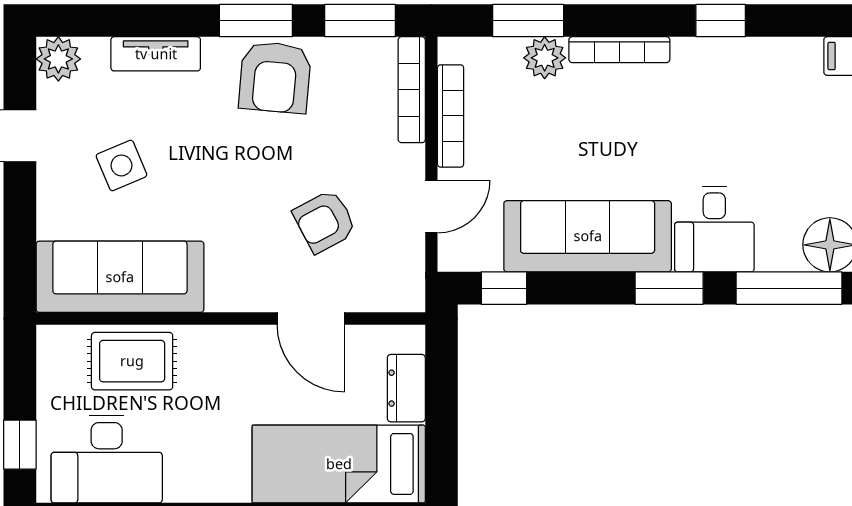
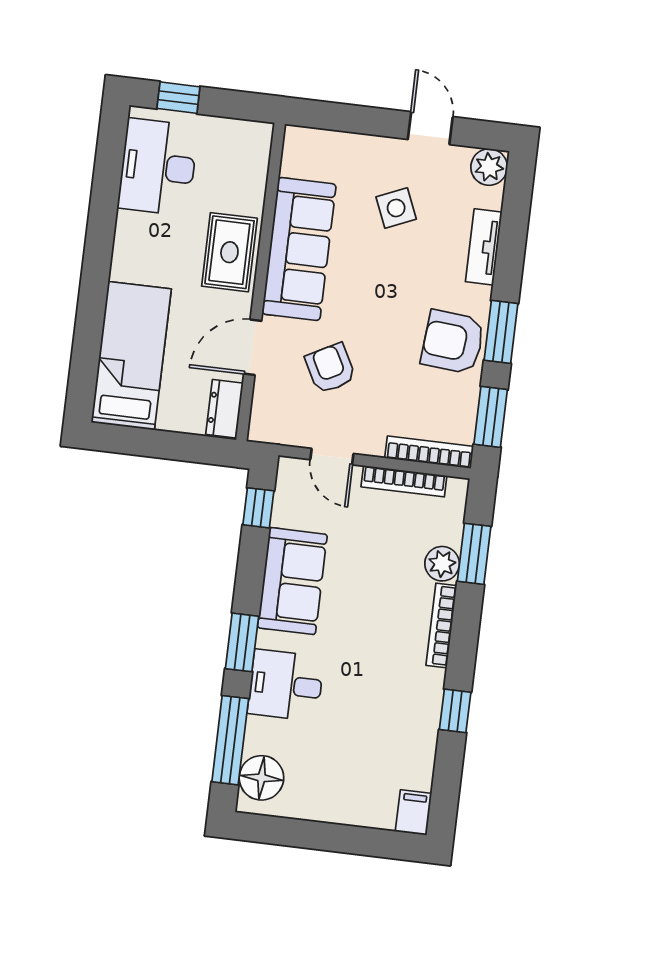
sofa: (588, 236) -> (292, 581), width x0.73
sofa: (120, 277) -> (299, 249), moved
rug: (132, 361) -> (229, 252), moved
dresser: (406, 388) -> (224, 409), moved, turned -90

